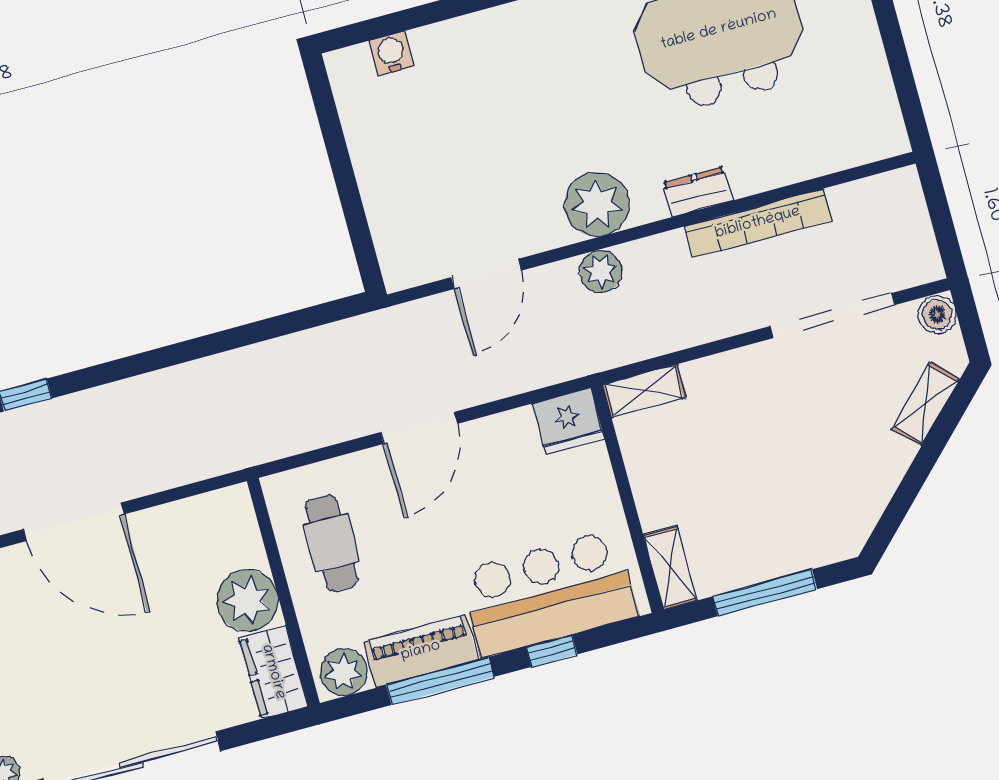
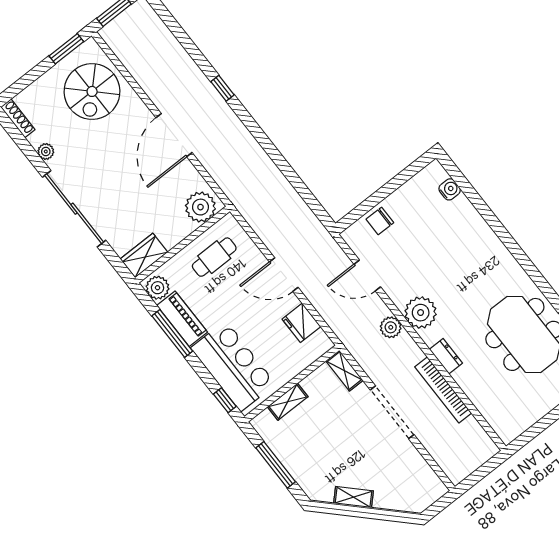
chair: (395, 208) -> (380, 221), added
boiler: (937, 314) -> (436, 490), removed
doorway: (832, 316) -> (392, 412), moved
shelving: (926, 404) -> (354, 497), moved
fridge: (568, 421) -> (301, 323), moved
shelving: (670, 568) -> (288, 402), moved
plant: (247, 600) -> (200, 207), moved
window: (552, 651) -> (225, 400), moved

